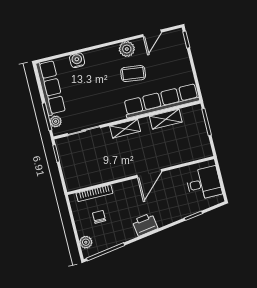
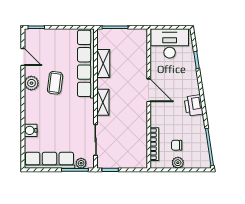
desk: (204, 183) -> (170, 43), width x1.37
plant: (86, 242) -> (178, 163), moved

